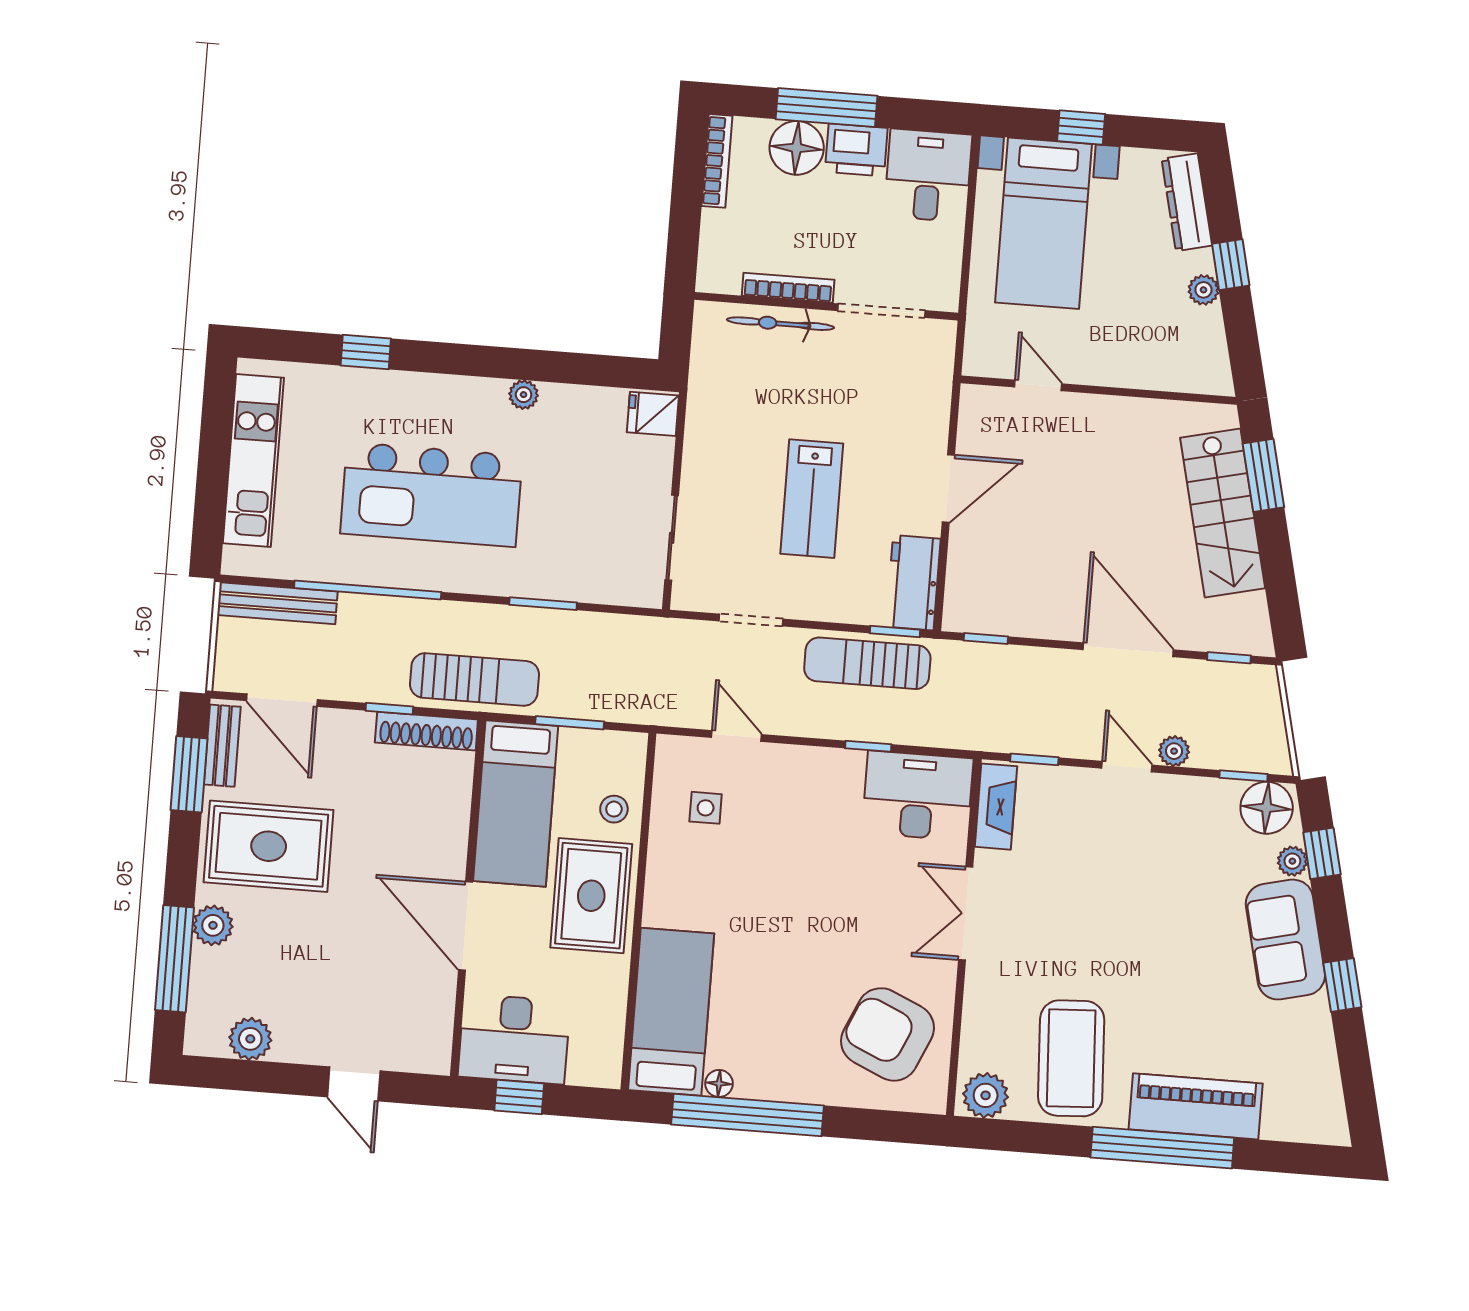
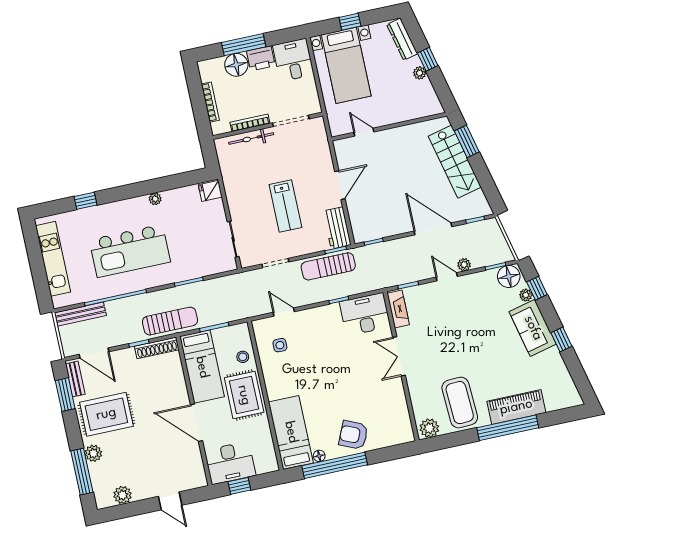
bookcase: (717, 161) -> (210, 102), moved
armchair: (887, 1034) -> (354, 435), moved, width x0.73, depth x0.73

